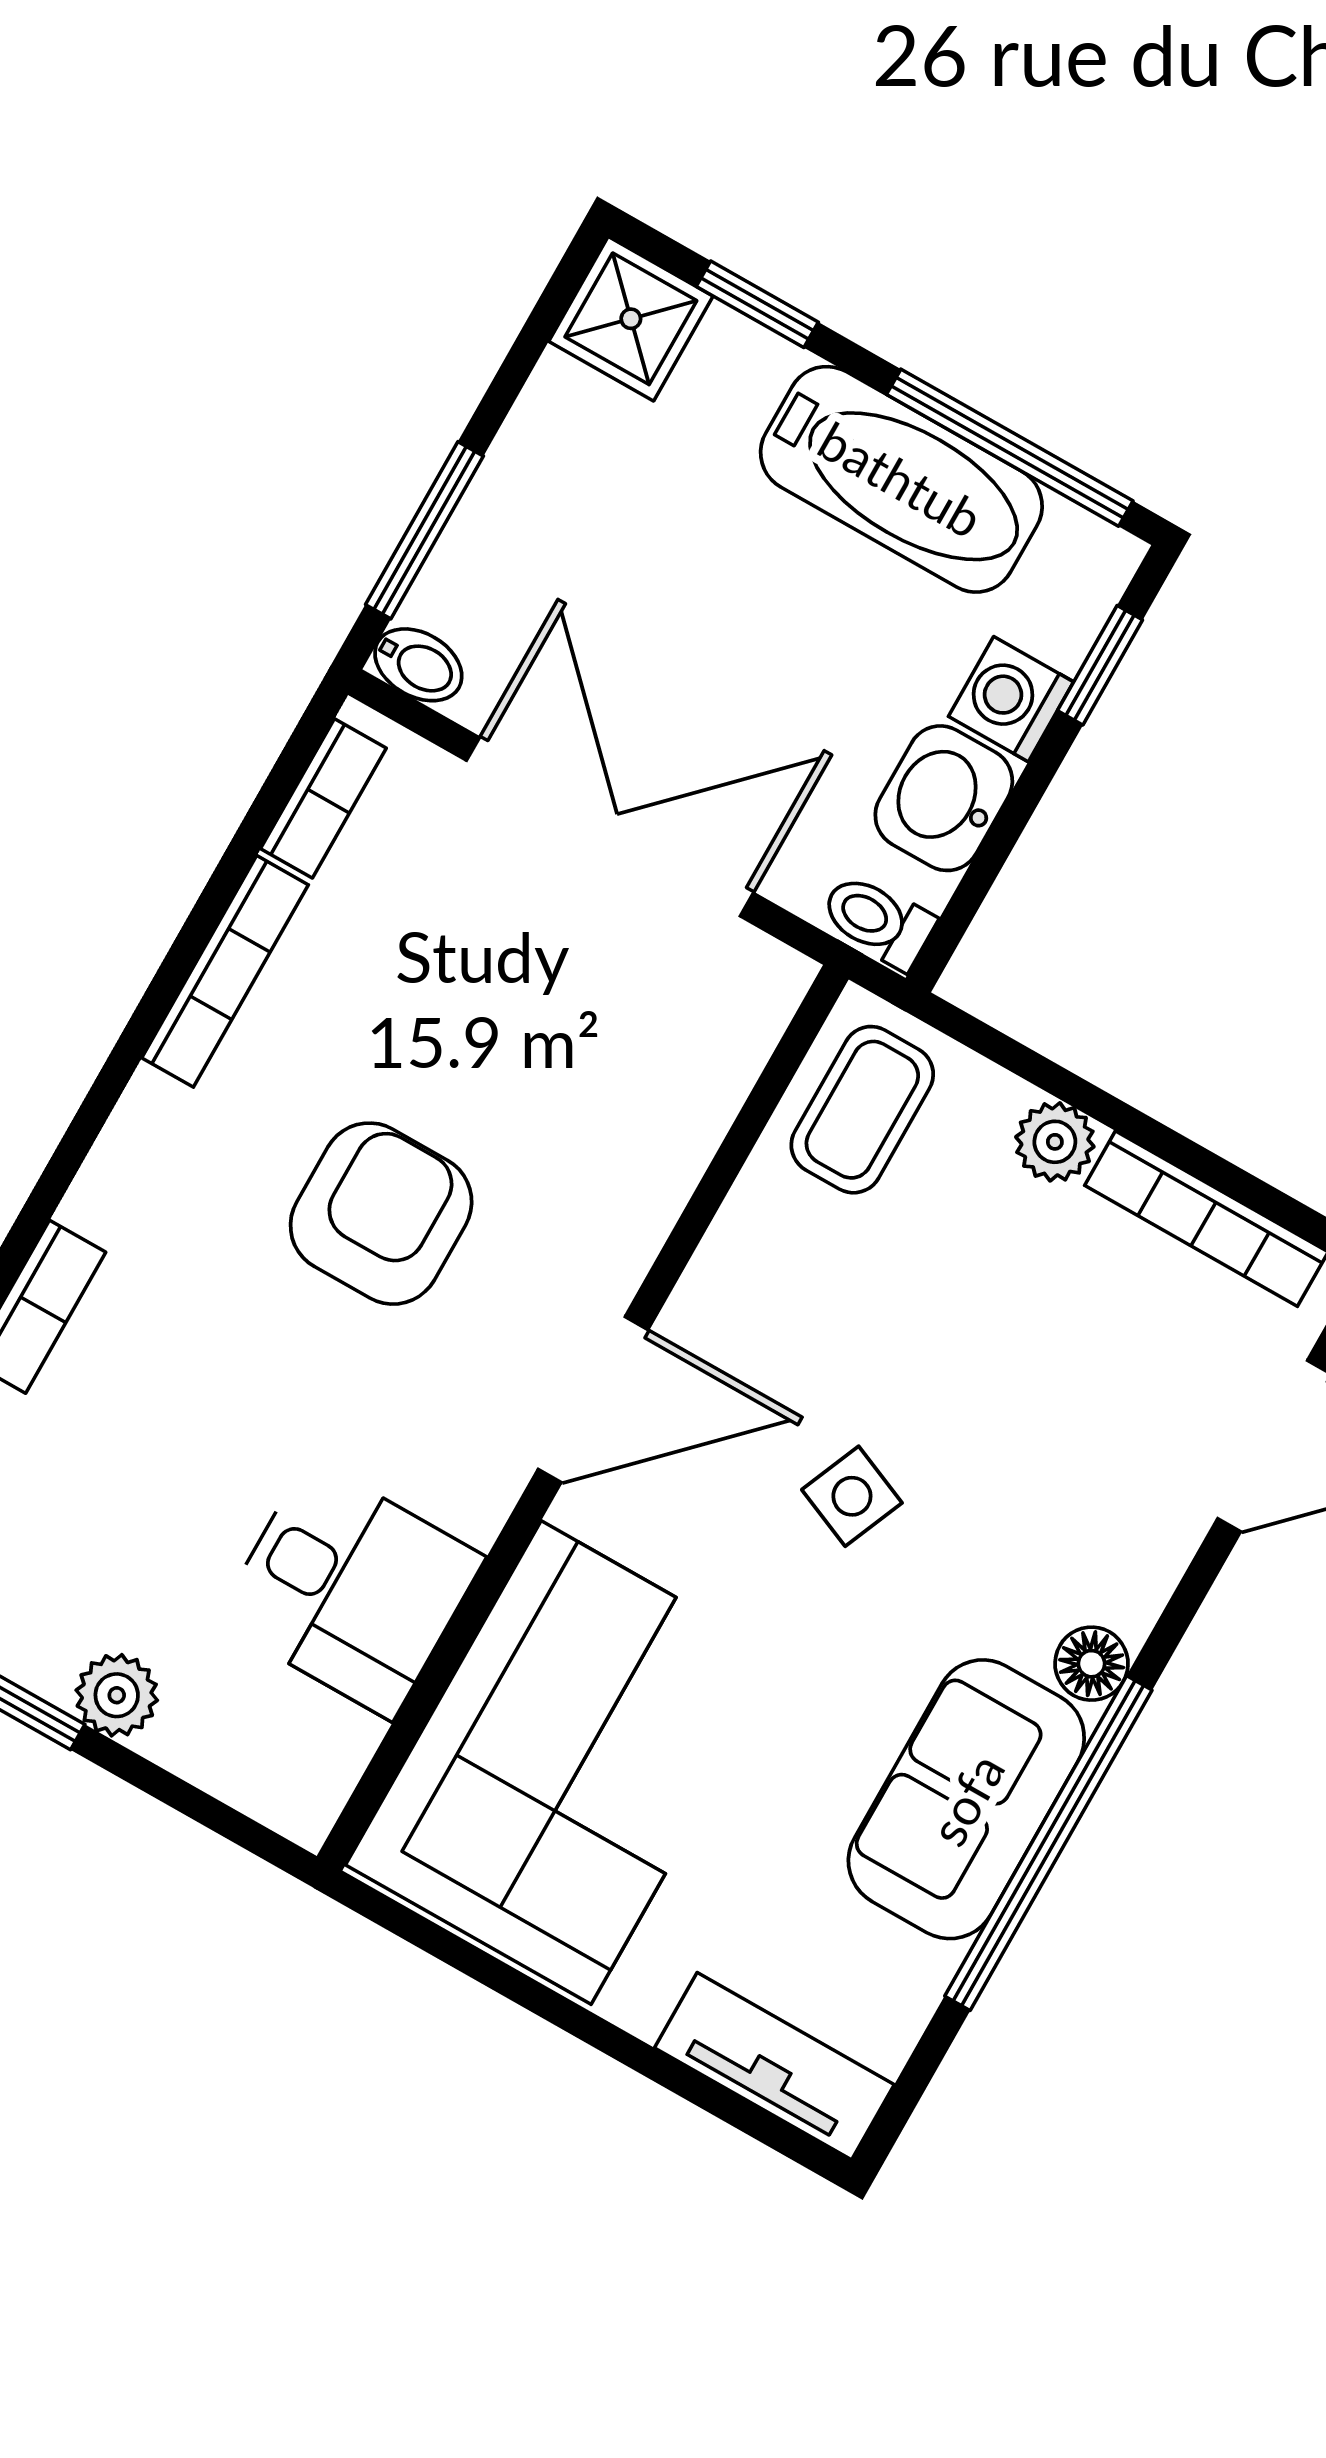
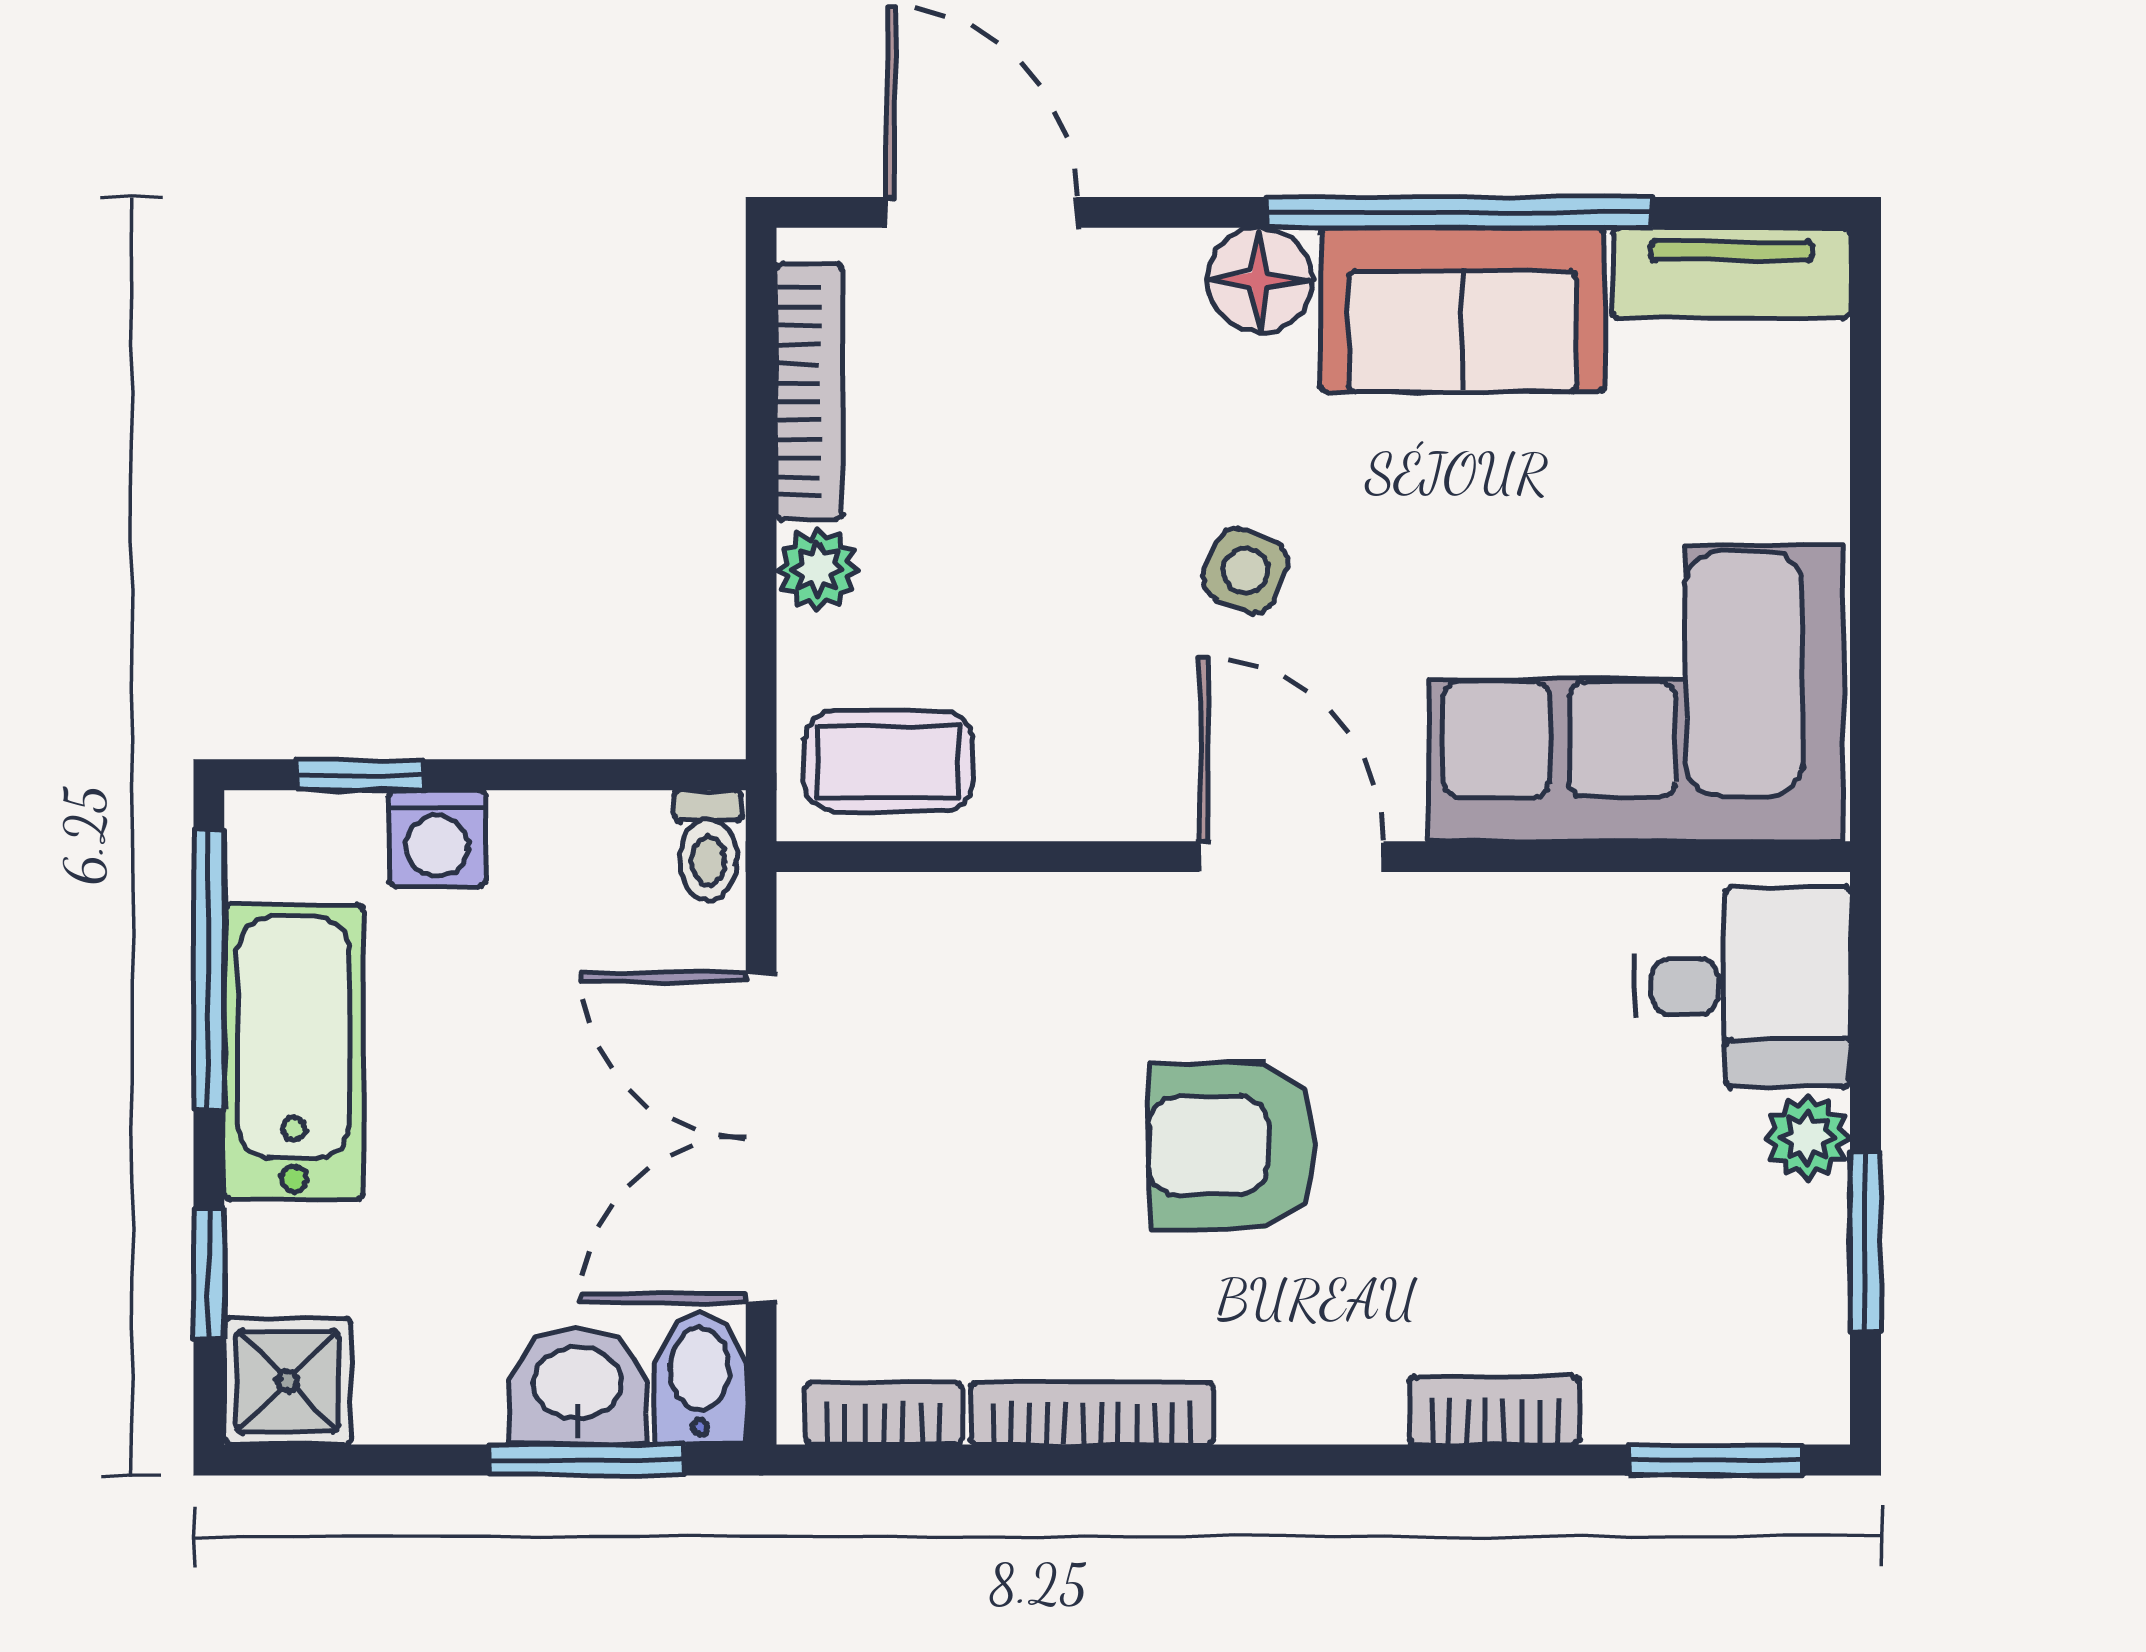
bidet: (418, 665) -> (700, 1378), width x1.38, depth x1.36
washbasin: (944, 798) -> (577, 1387), moved, turned 180
desk: (350, 1589) -> (1743, 986), moved, turned 90
floor lamp: (1092, 1664) -> (1260, 280), width x1.37, depth x1.37
tv unit: (774, 2066) -> (1731, 273), moved, turned -90

